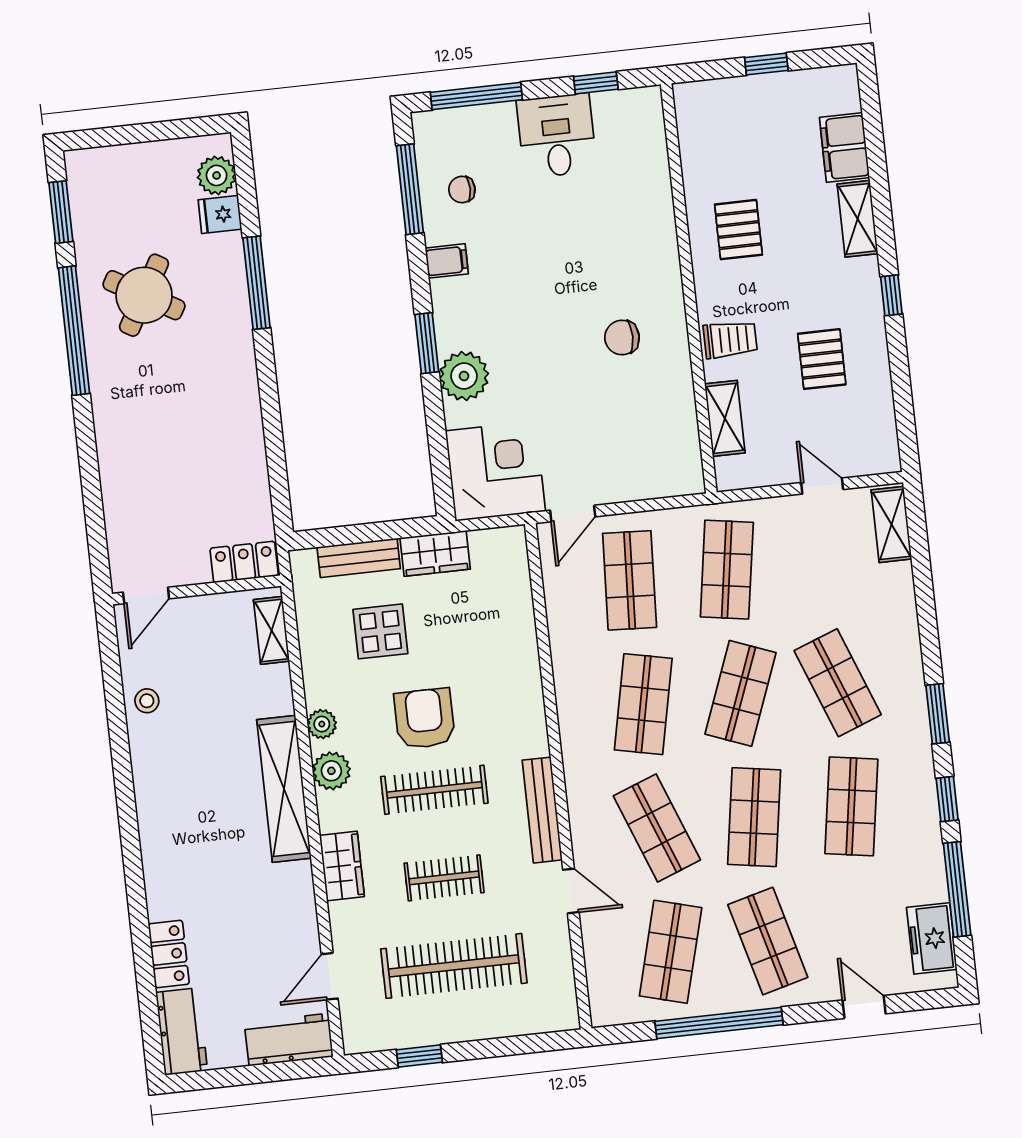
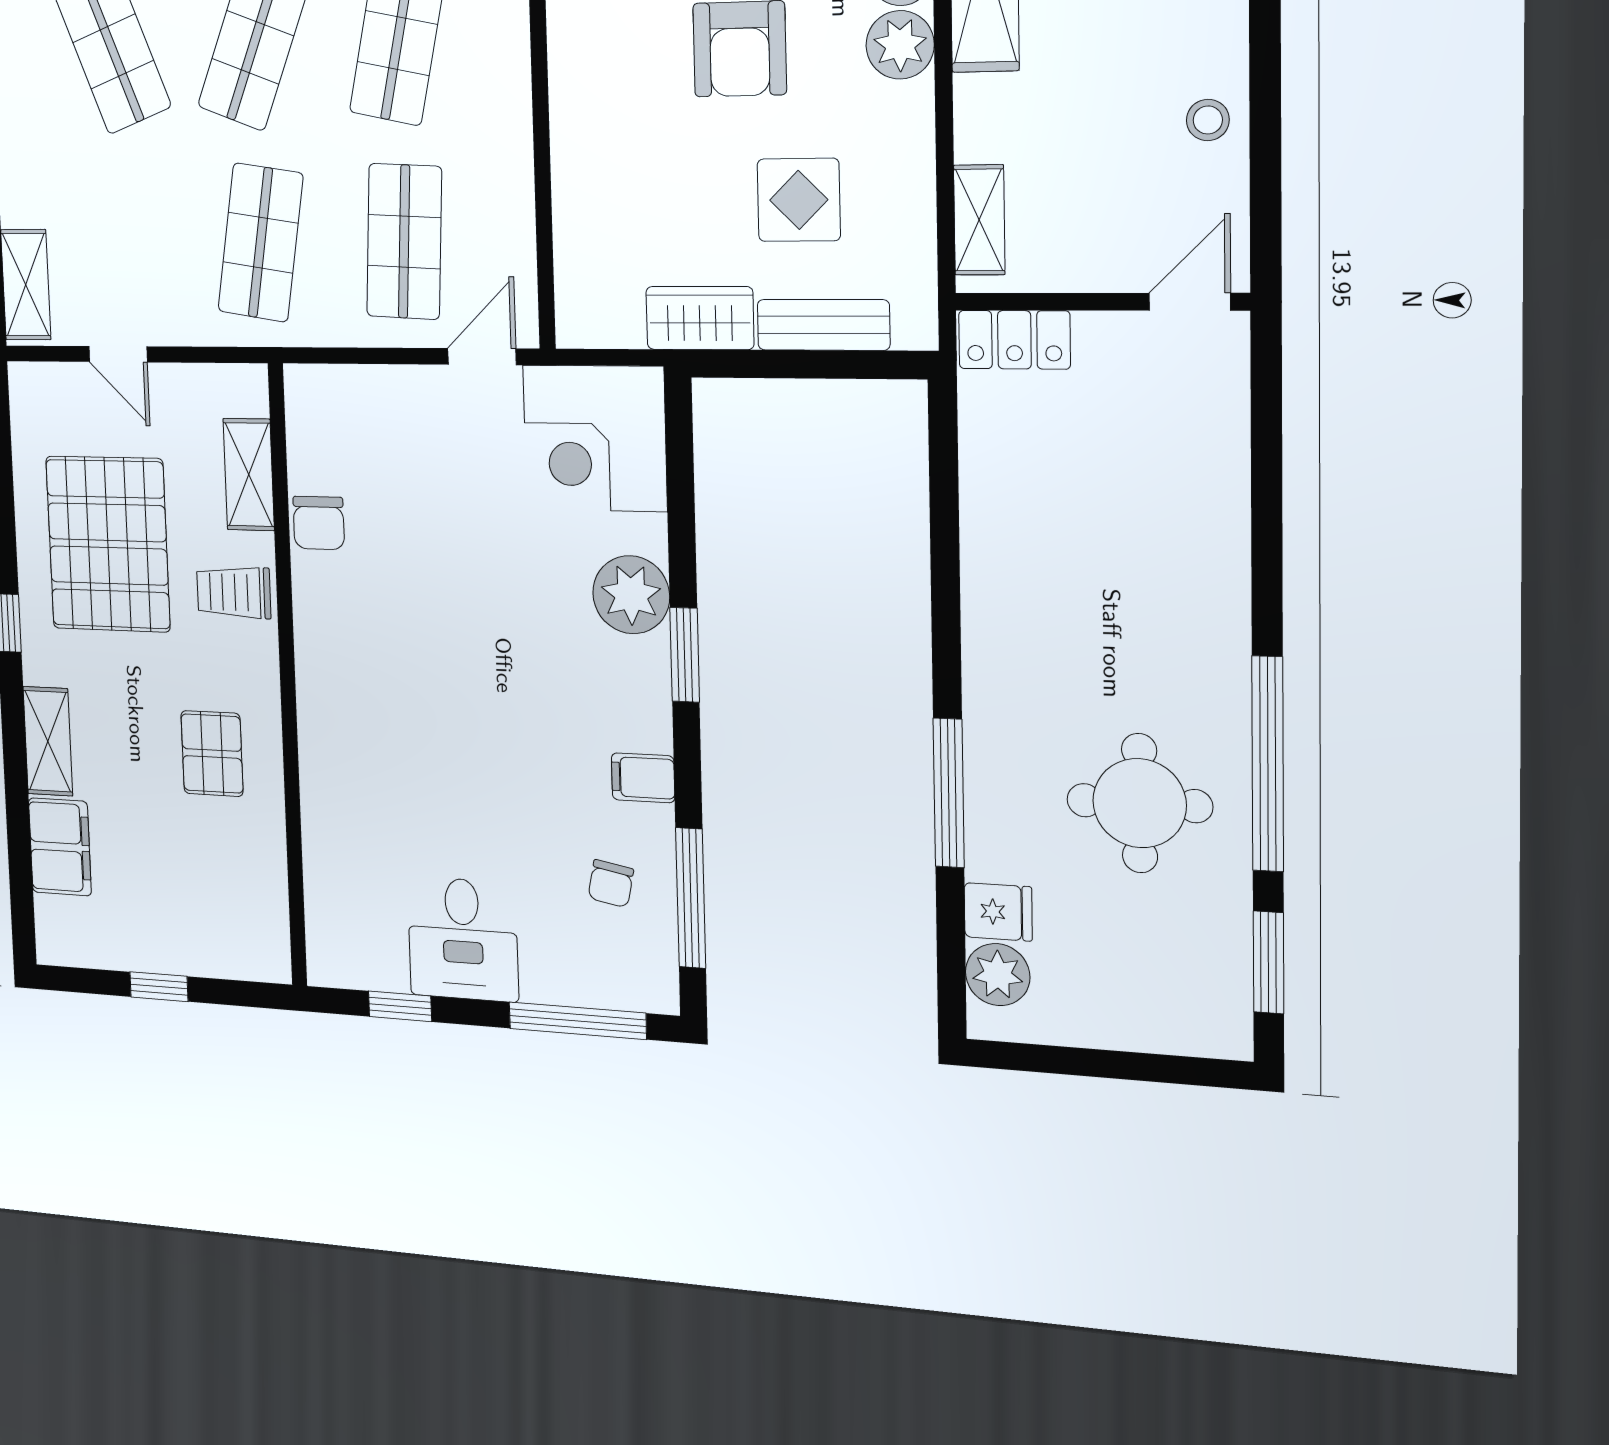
chair: (462, 189) -> (611, 884), turned 101
round table: (144, 295) -> (1140, 803), turned -30
chair: (622, 338) -> (319, 523), moved, turned 90
pallet: (822, 359) -> (108, 544), width x2.05, depth x2.00
plant: (322, 724) -> (900, 45), width x1.38, depth x1.38

